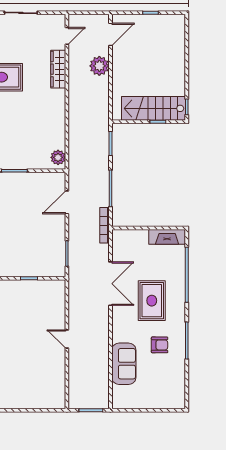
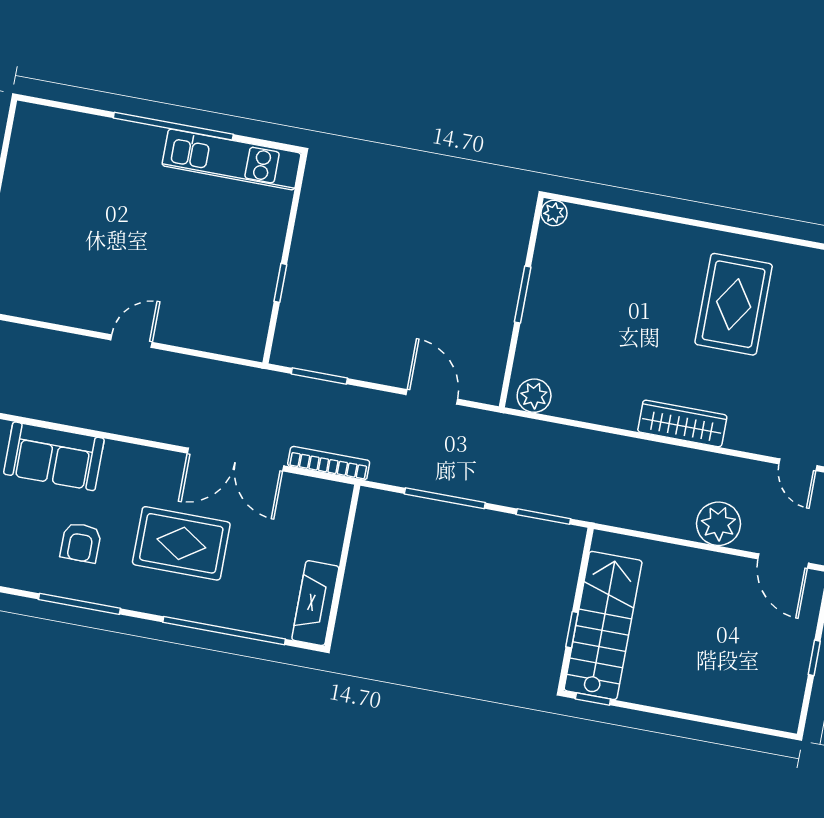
wardrobe: (58, 69) -> (682, 423), moved
bookcase: (104, 225) -> (329, 463), moved

